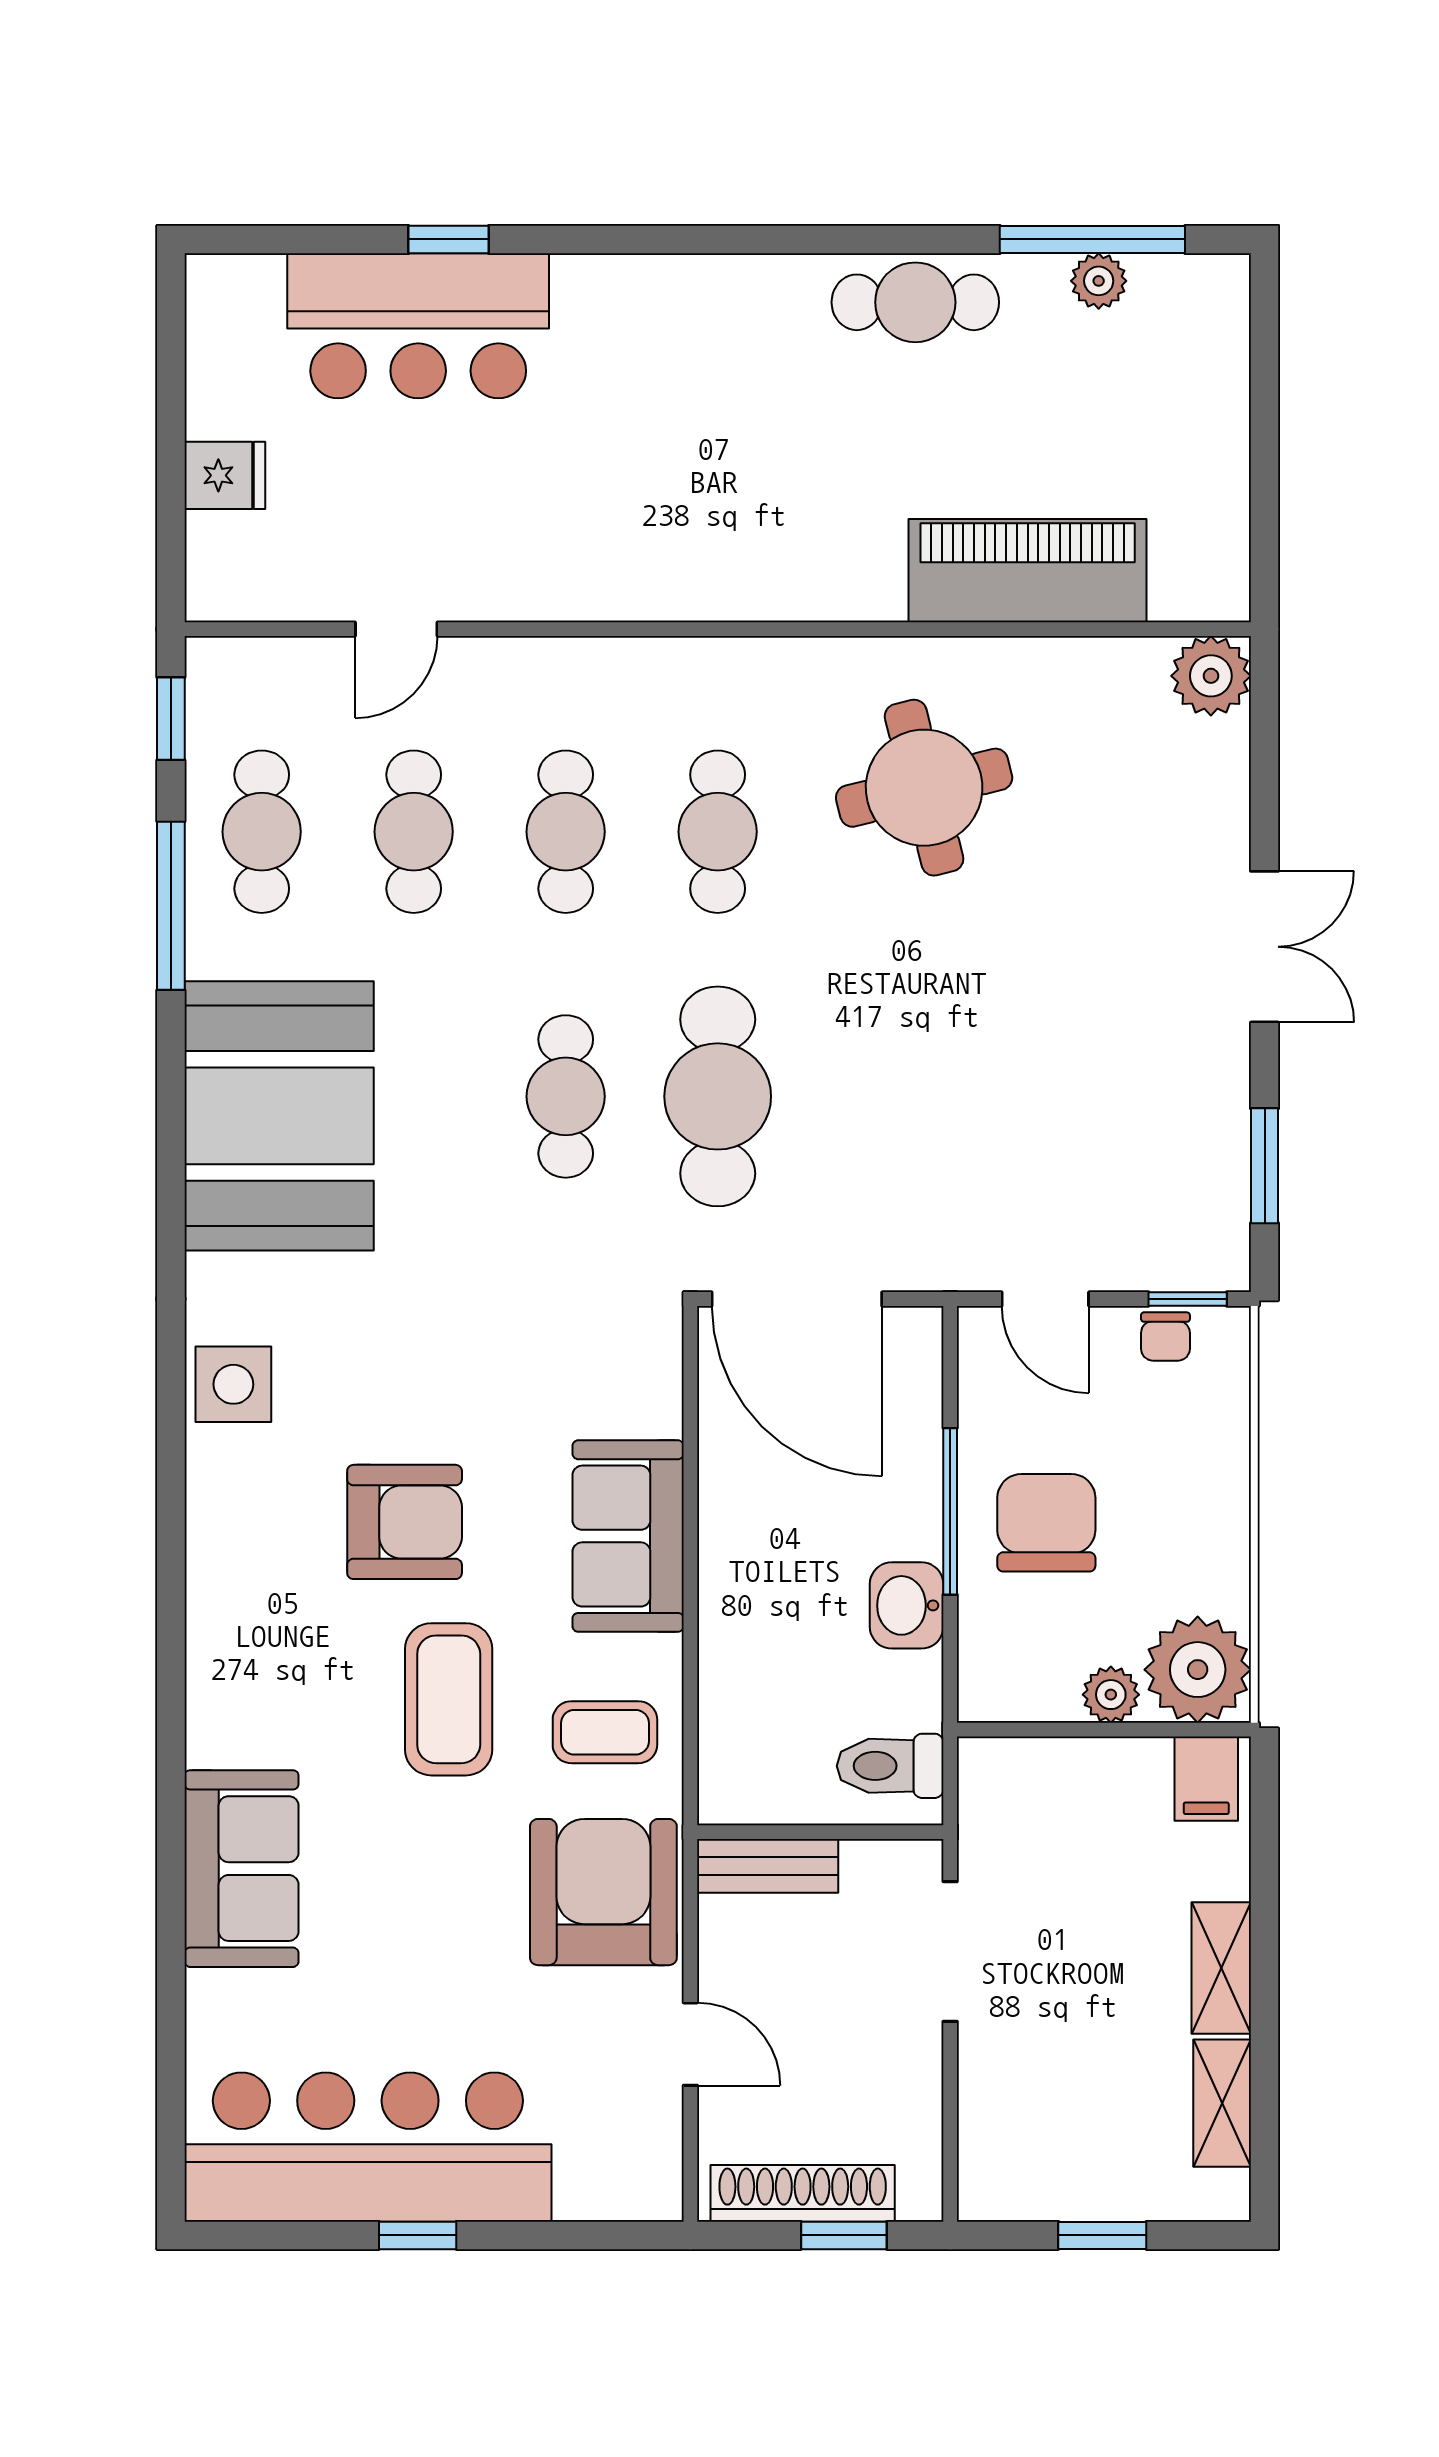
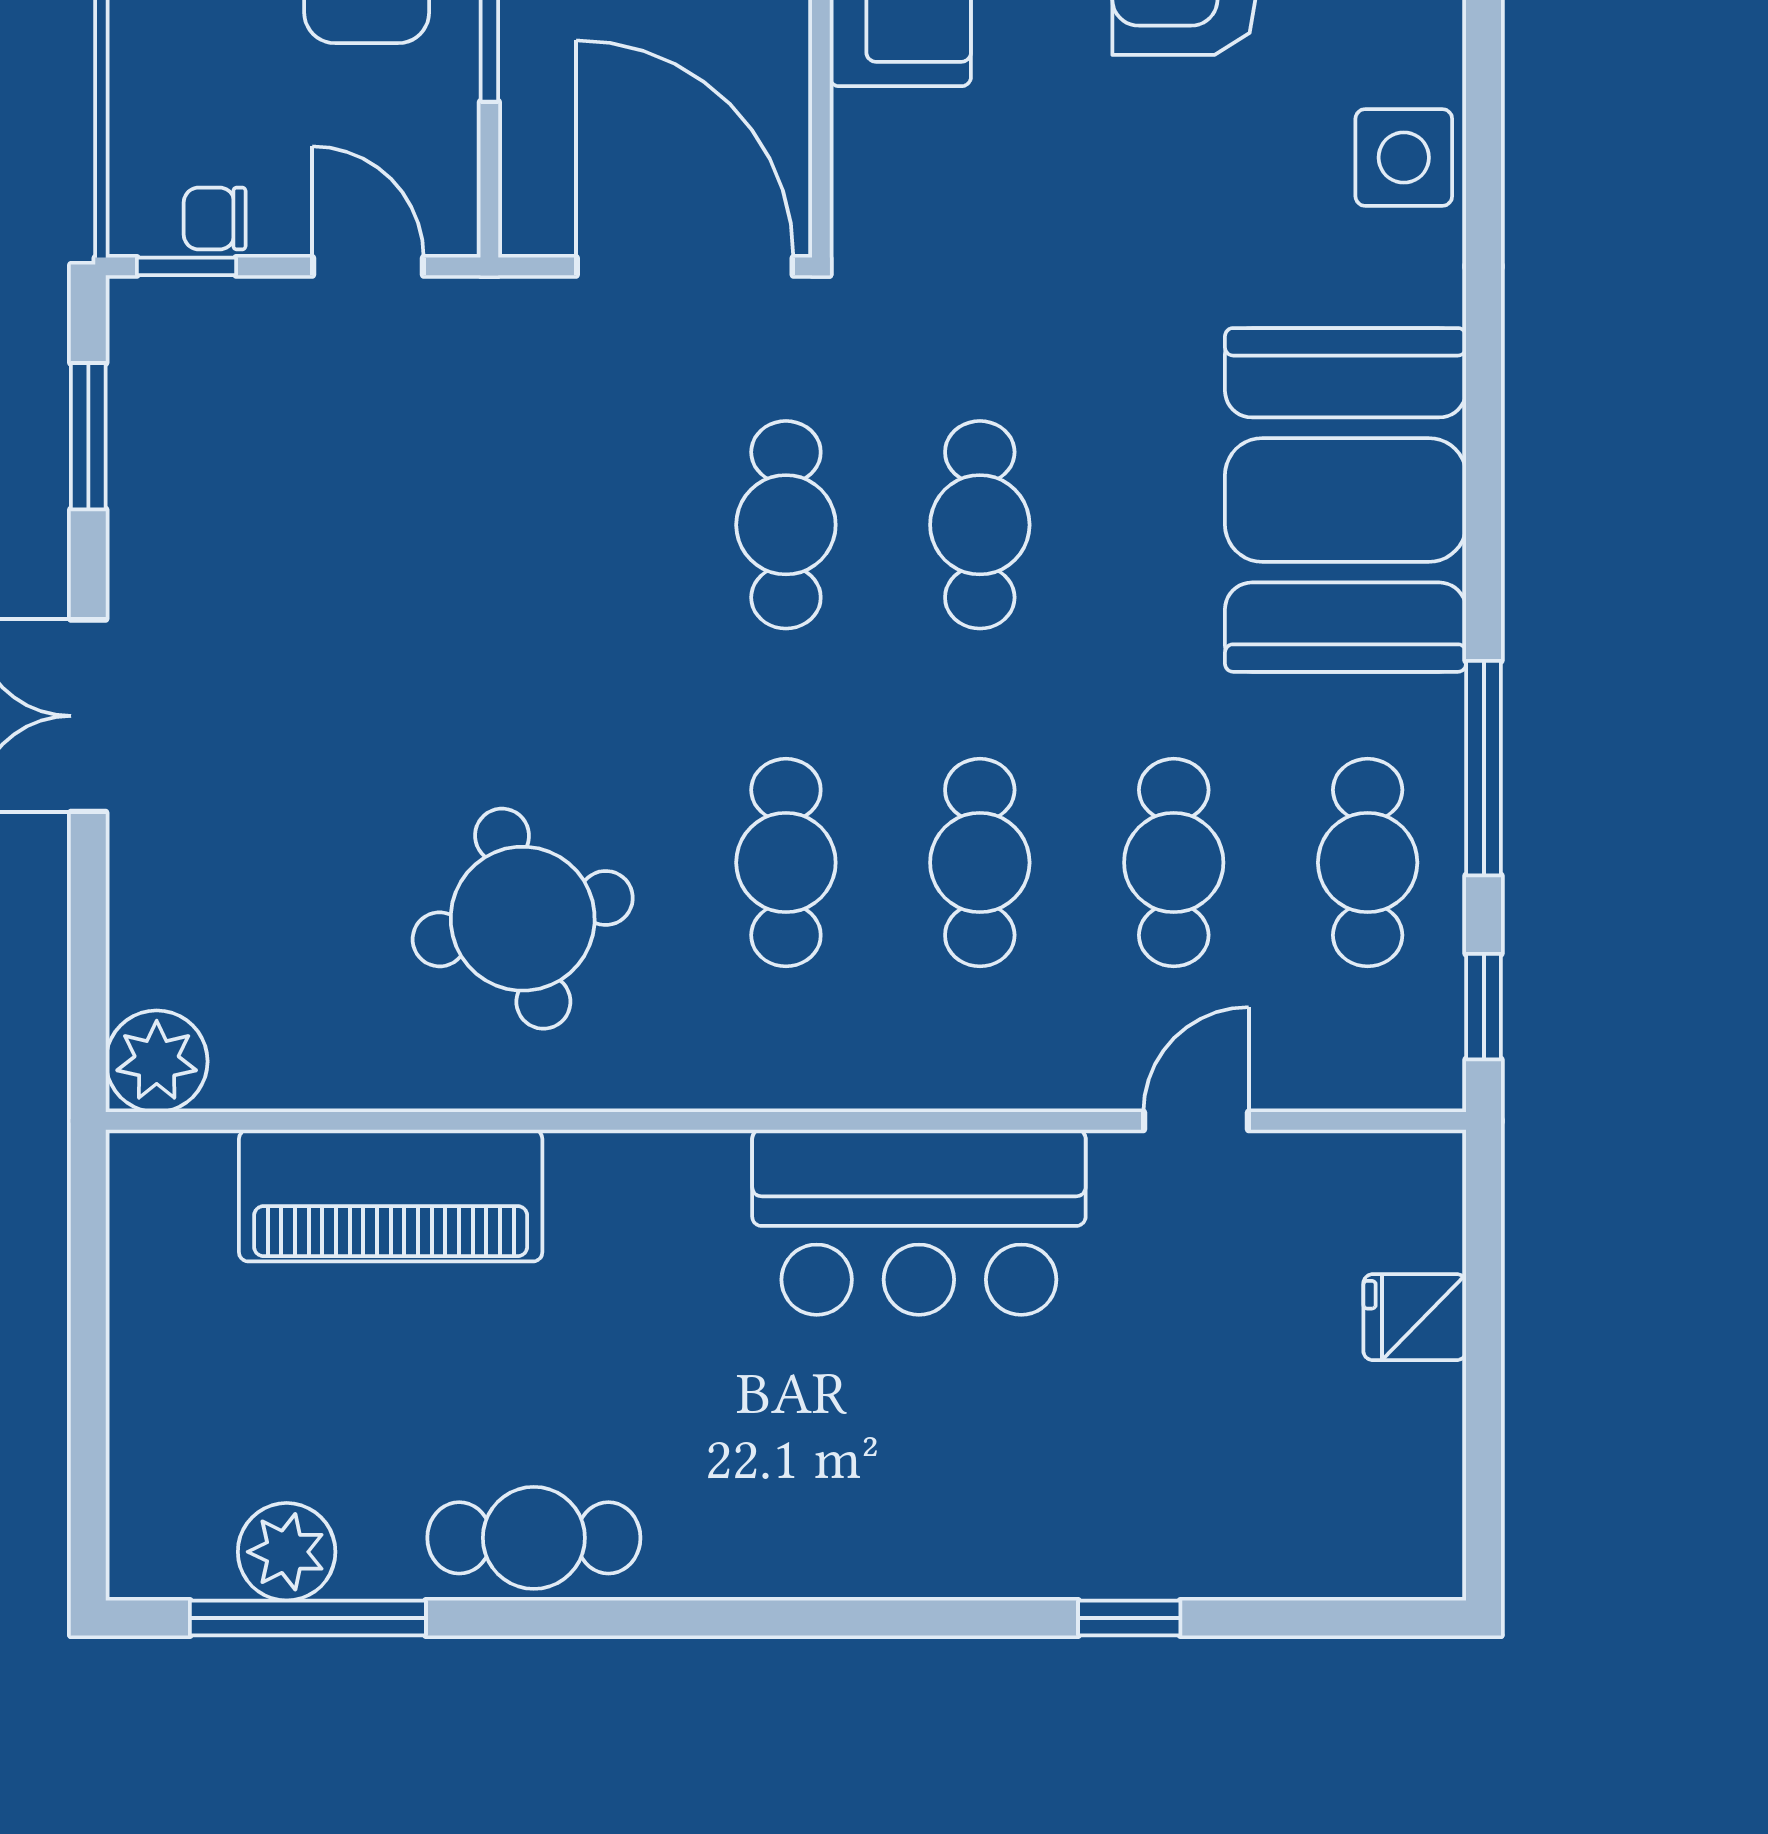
plant: (1099, 281) -> (287, 1552), width x1.38, depth x1.38
bar counter: (418, 326) -> (919, 1222), moved, turned 180
cafe table: (718, 1096) -> (786, 525), width x0.73, depth x0.74
chair: (1165, 1336) -> (215, 218), turned -90

